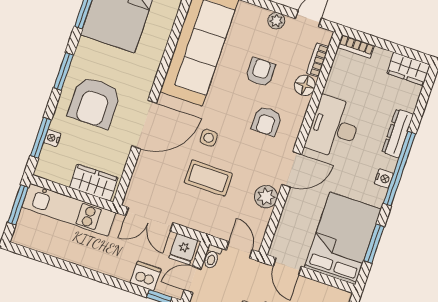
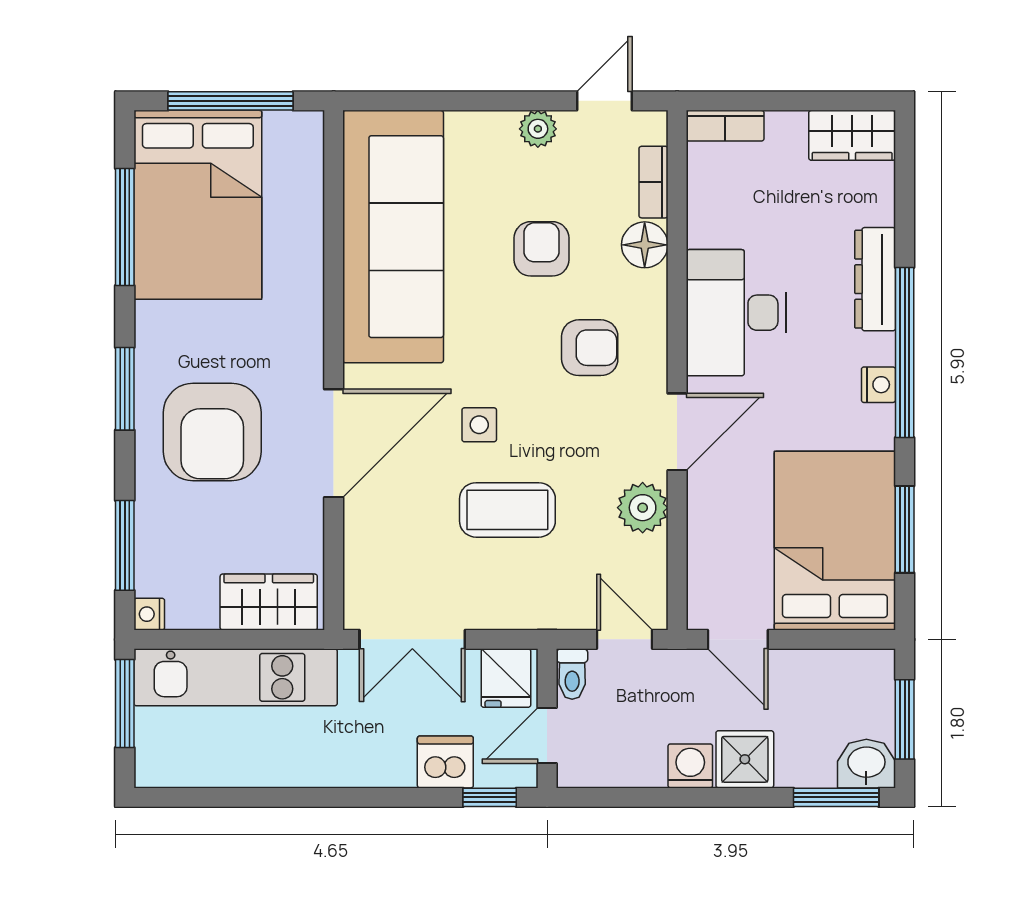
armchair: (267, 121) -> (590, 348), turned -90
nightstand: (52, 138) -> (149, 614), moved

